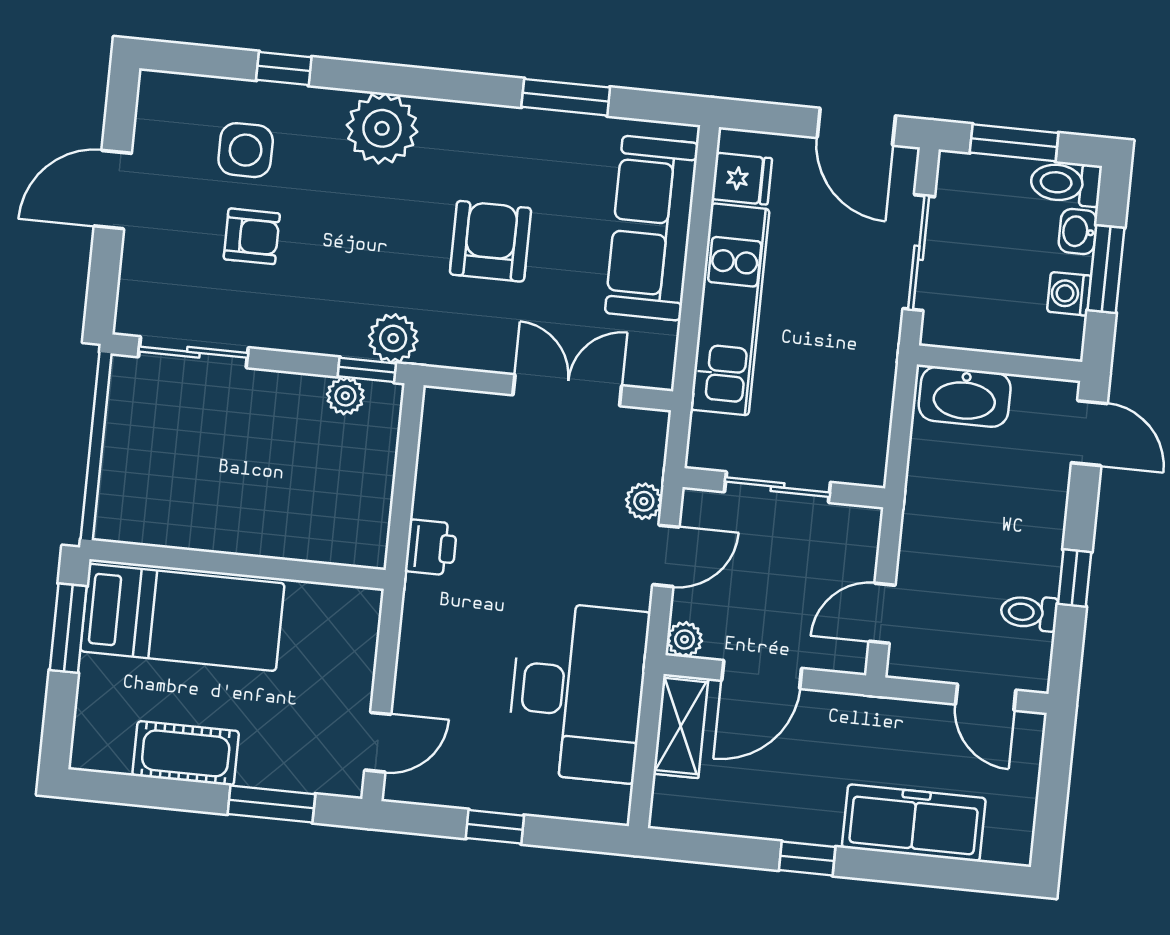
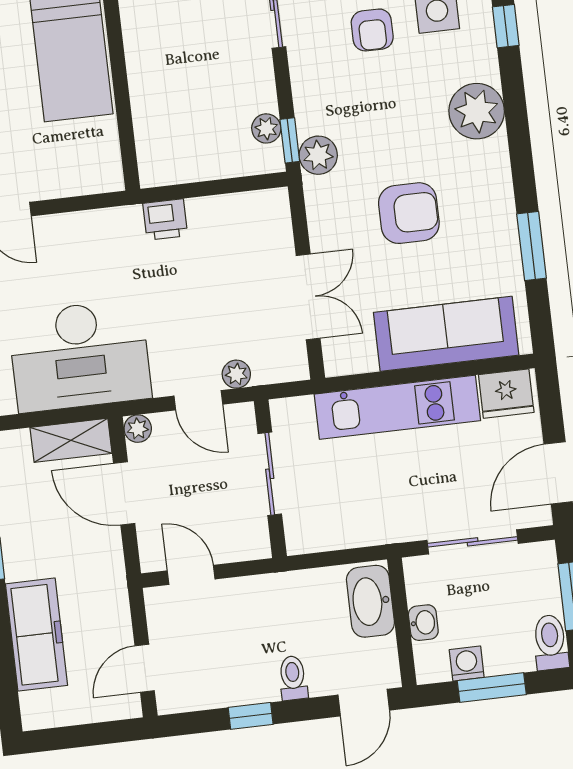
fridge: (742, 179) -> (506, 394), width x1.38
washbasin: (1078, 231) -> (423, 623), moved, turned 90
toilet: (1029, 613) -> (293, 678), moved

